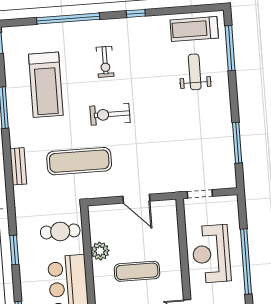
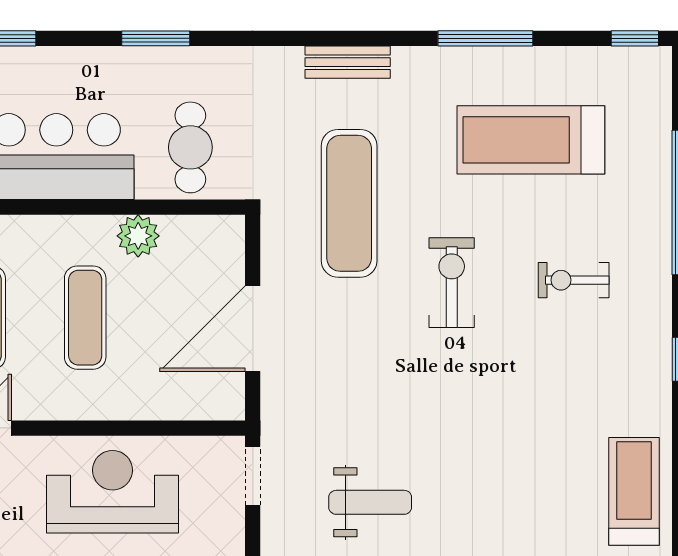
weight bench: (195, 72) -> (370, 502), moved
door: (136, 199) -> (253, 329), width x1.36

